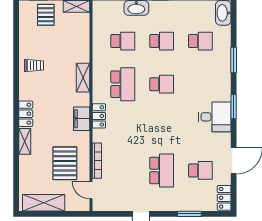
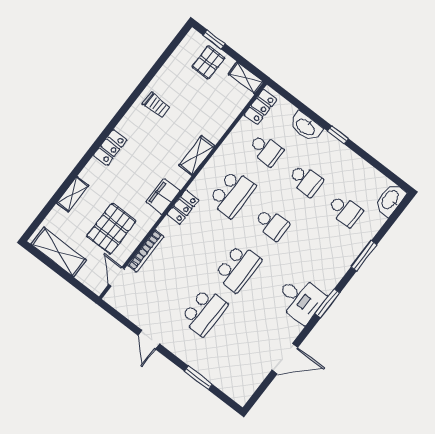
shelving: (25, 141) -> (73, 194), moved
school desk: (200, 170) -> (238, 268), moved, width x1.85
locker: (224, 198) -> (260, 107), moved, turned 180

